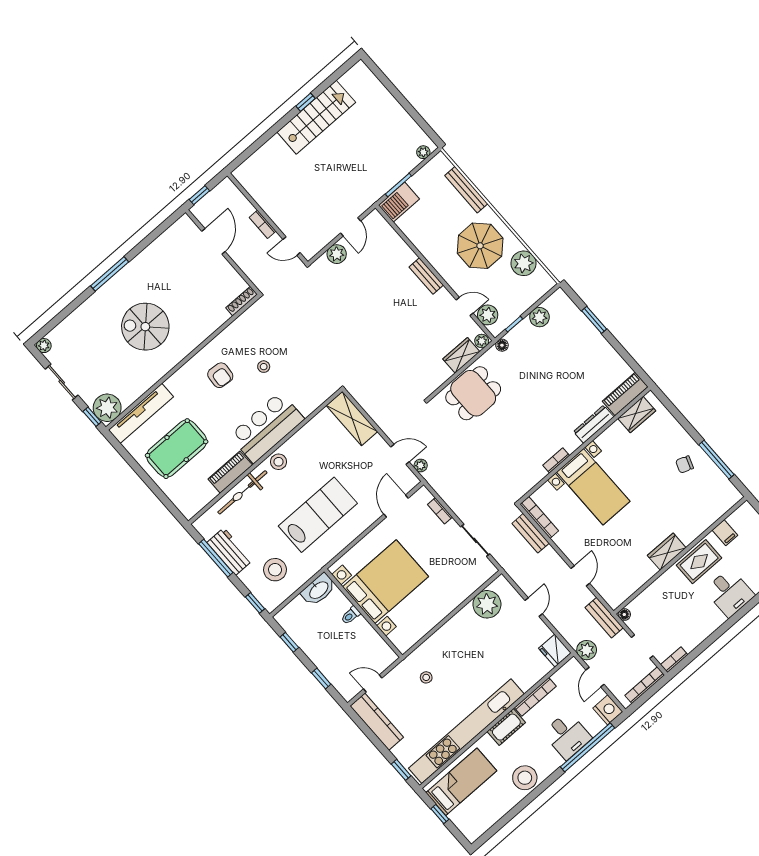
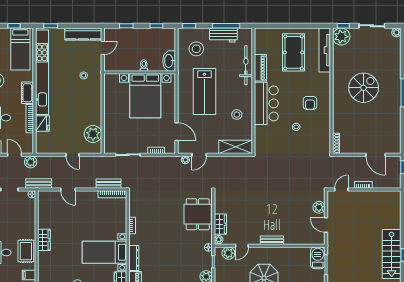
armchair: (220, 375) -> (310, 103), turned -95
stool: (279, 462) -> (237, 115), moved
bed with nightstands: (593, 487) -> (105, 252), moved
fridge: (555, 651) -> (42, 123), moved, turned 90

